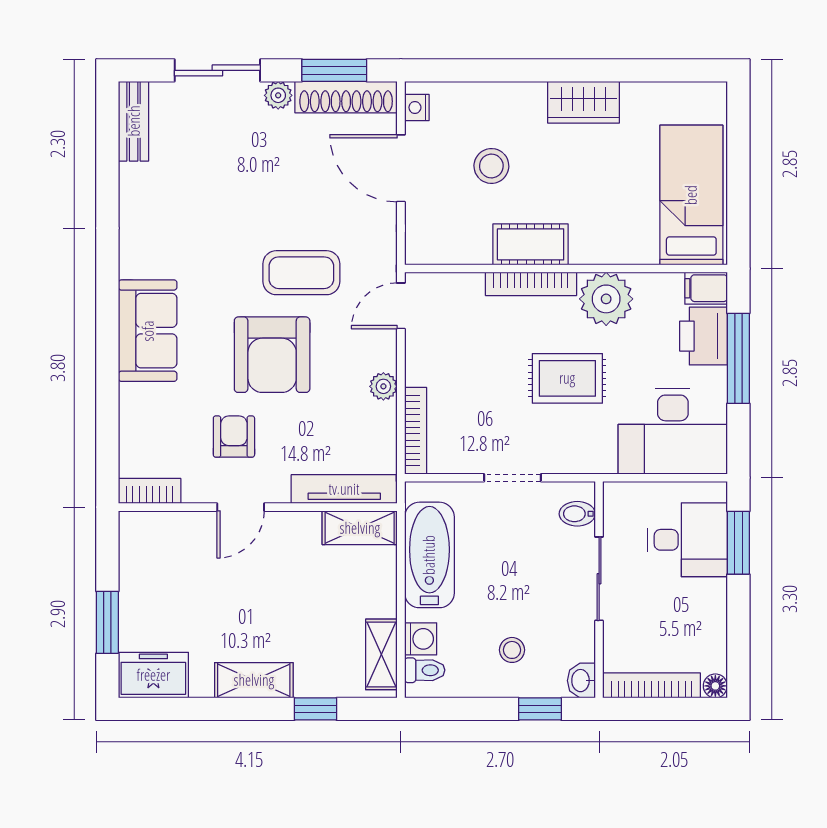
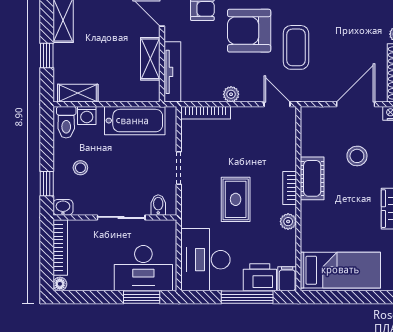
bookcase: (531, 284) -> (290, 188), width x0.64
plant: (606, 299) -> (288, 222), width x0.53, depth x0.53
shelving: (360, 528) -> (150, 59), moved
desk: (688, 540) -> (143, 268), width x1.37
toilet: (425, 670) -> (66, 122), width x1.37, depth x1.39

